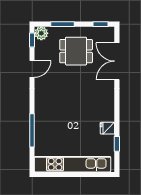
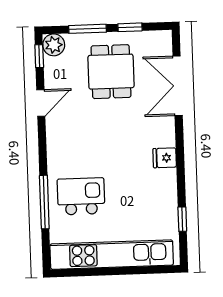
window: (100, 24) -> (130, 27), moved
dining table: (76, 51) -> (111, 72), turned 90
kitchen island: (55, 128) -> (81, 196), added
fridge: (107, 128) -> (165, 158), moved

